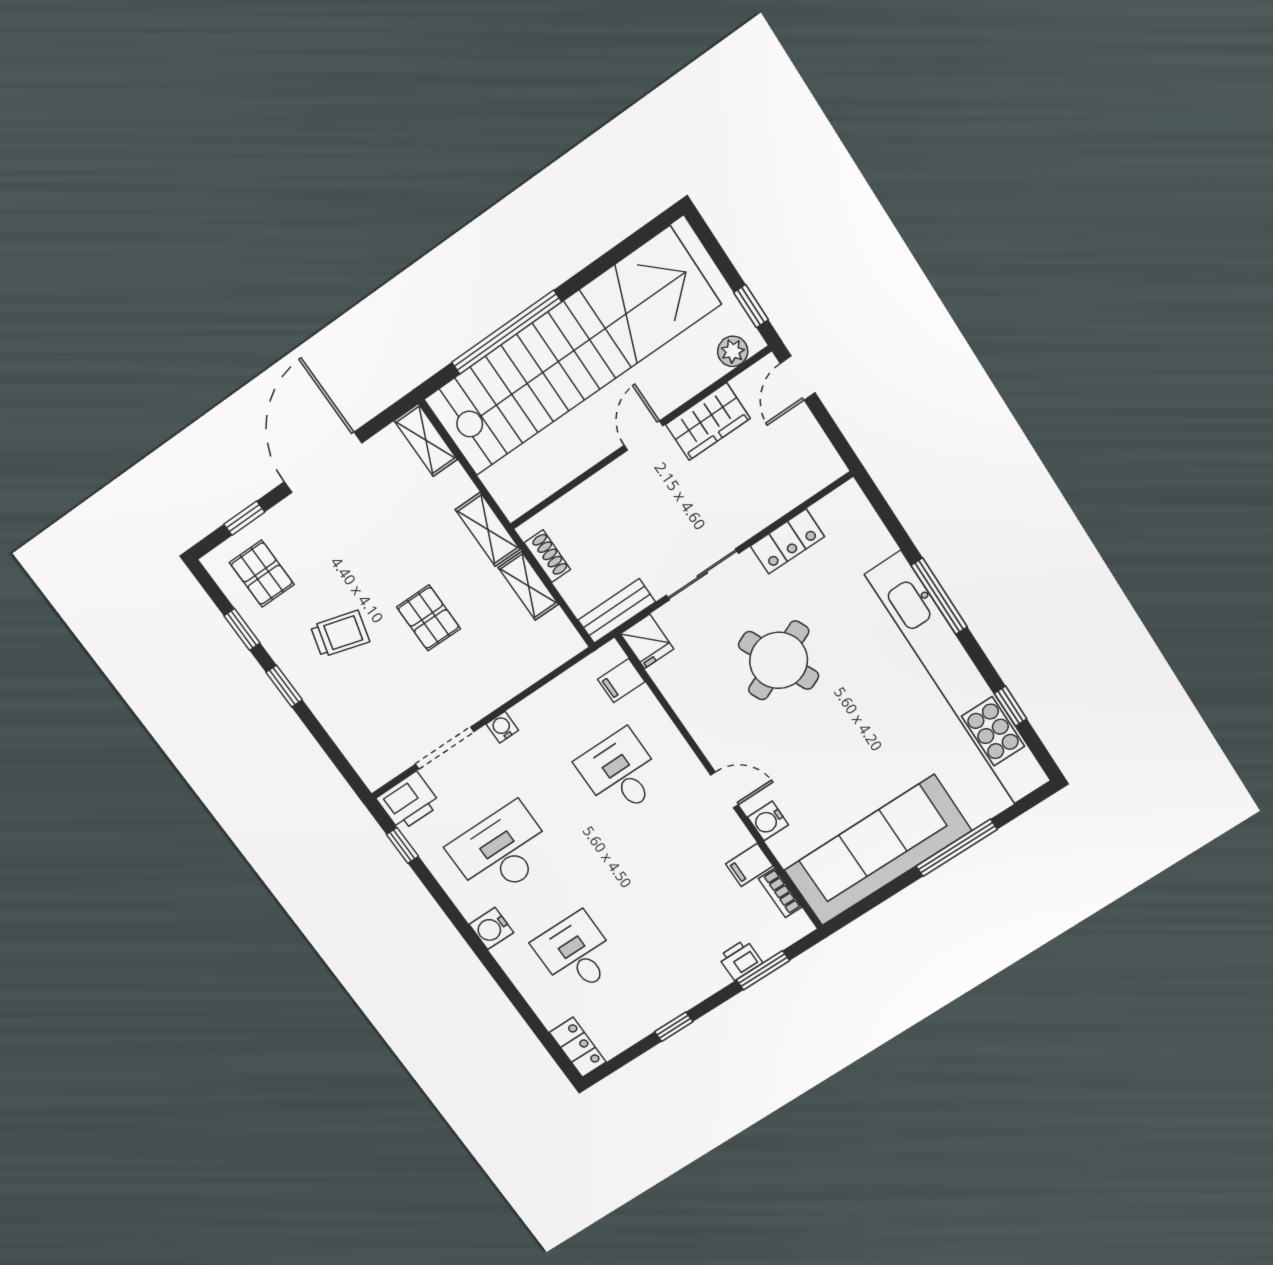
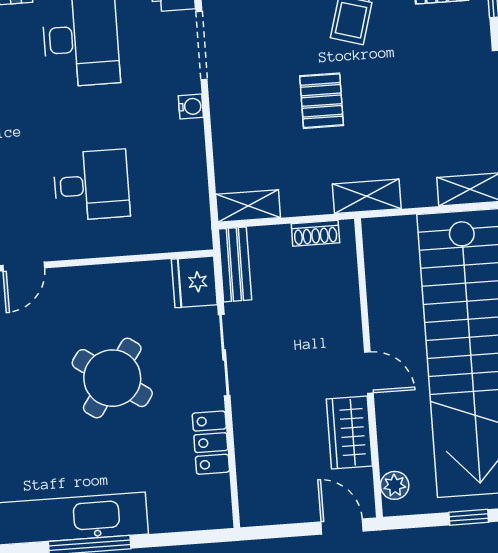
window: (751, 306) -> (469, 517), moved
shelving: (528, 586) -> (248, 206), moved
pallet: (428, 618) -> (322, 101), turned 90
fridge: (647, 641) -> (194, 282), width x1.38
round table: (779, 660) -> (112, 378), turned -31
filing cabinet: (621, 681) -> (172, 233), removed

